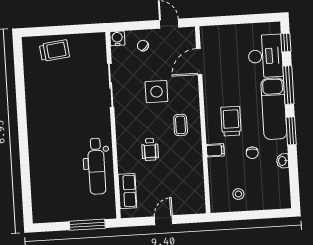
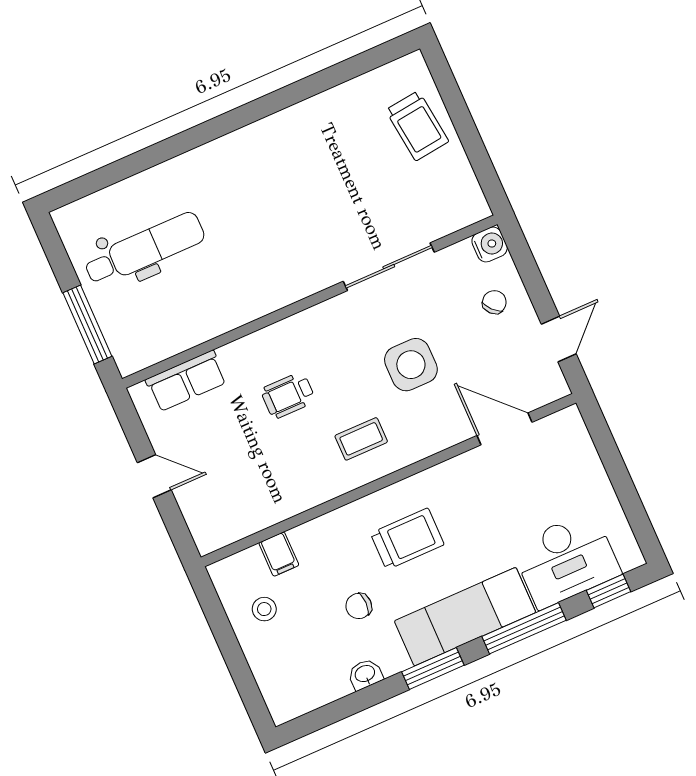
filing cabinet: (215, 150) -> (279, 554), moved
dental chair: (97, 166) -> (144, 249), moved, turned 180

